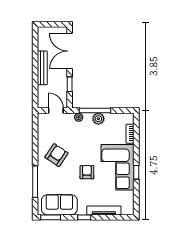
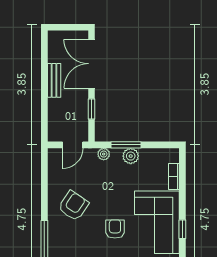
bench: (42, 68) -> (54, 80), width x0.73
door: (56, 111) -> (73, 145), swing flipped
window: (95, 111) -> (126, 145), width x0.69

